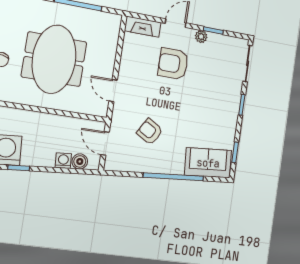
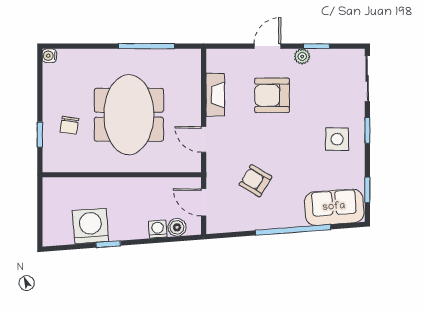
fireplace: (143, 27) -> (215, 95), moved, turned -90
side table: (218, 108) -> (337, 139), added

